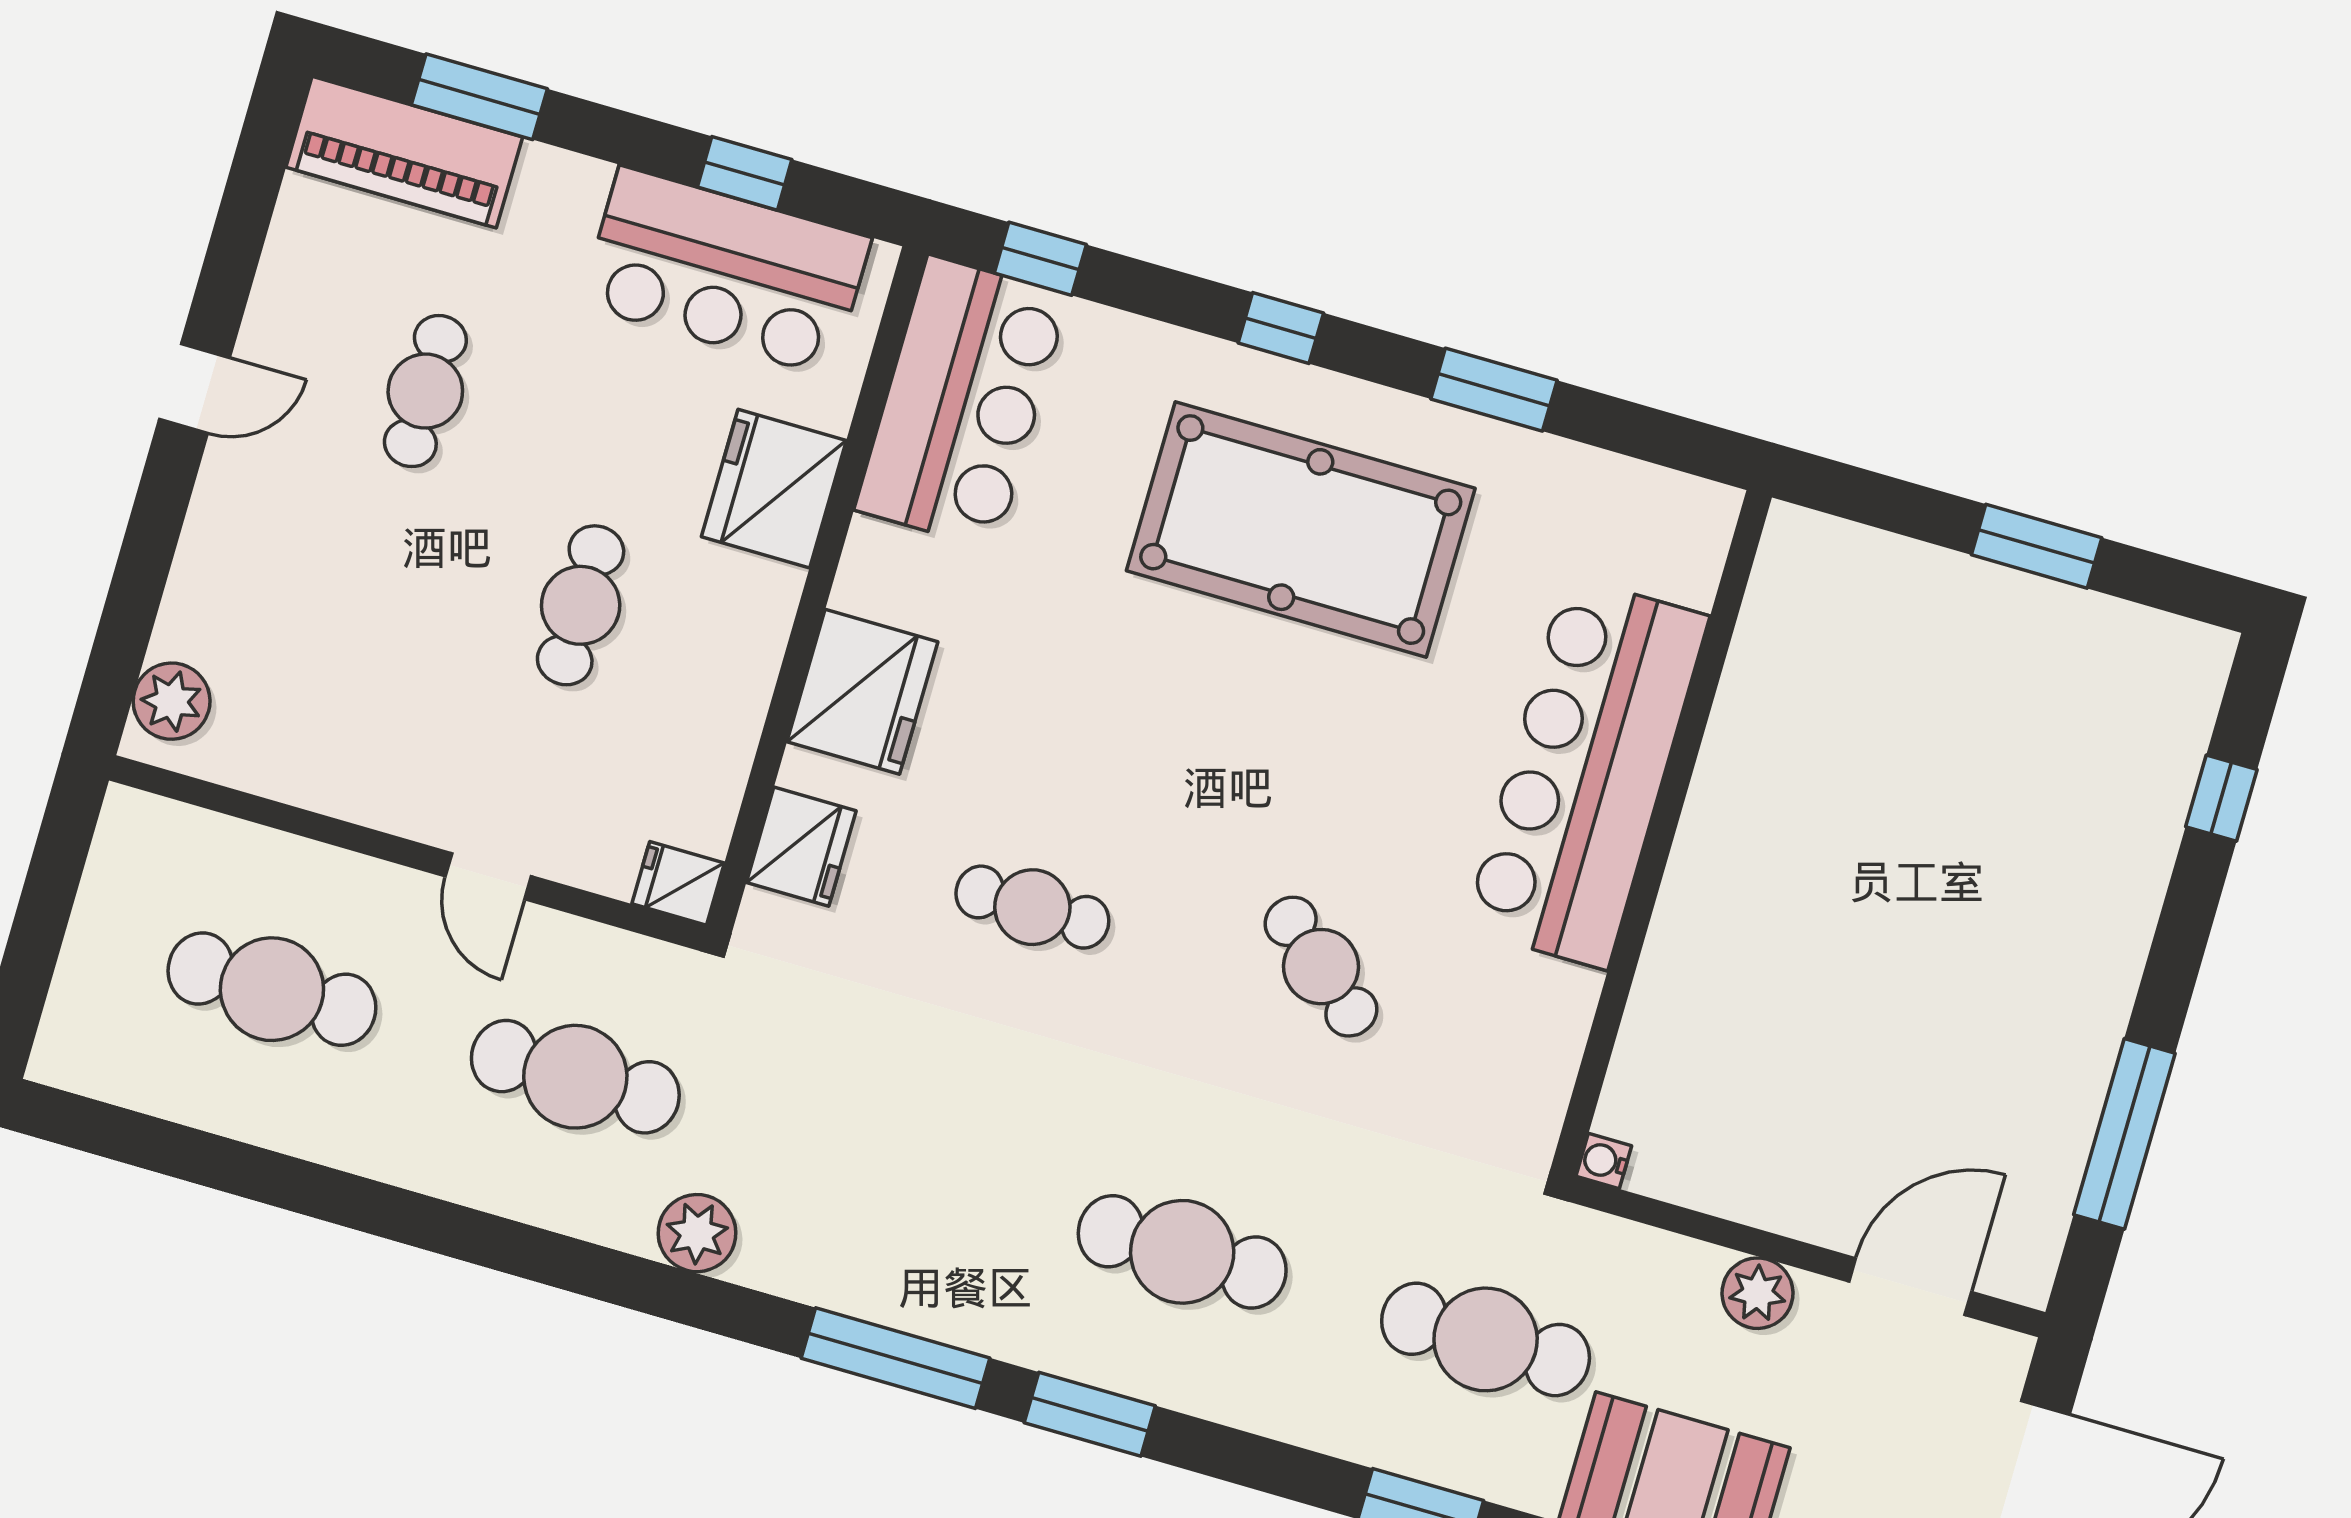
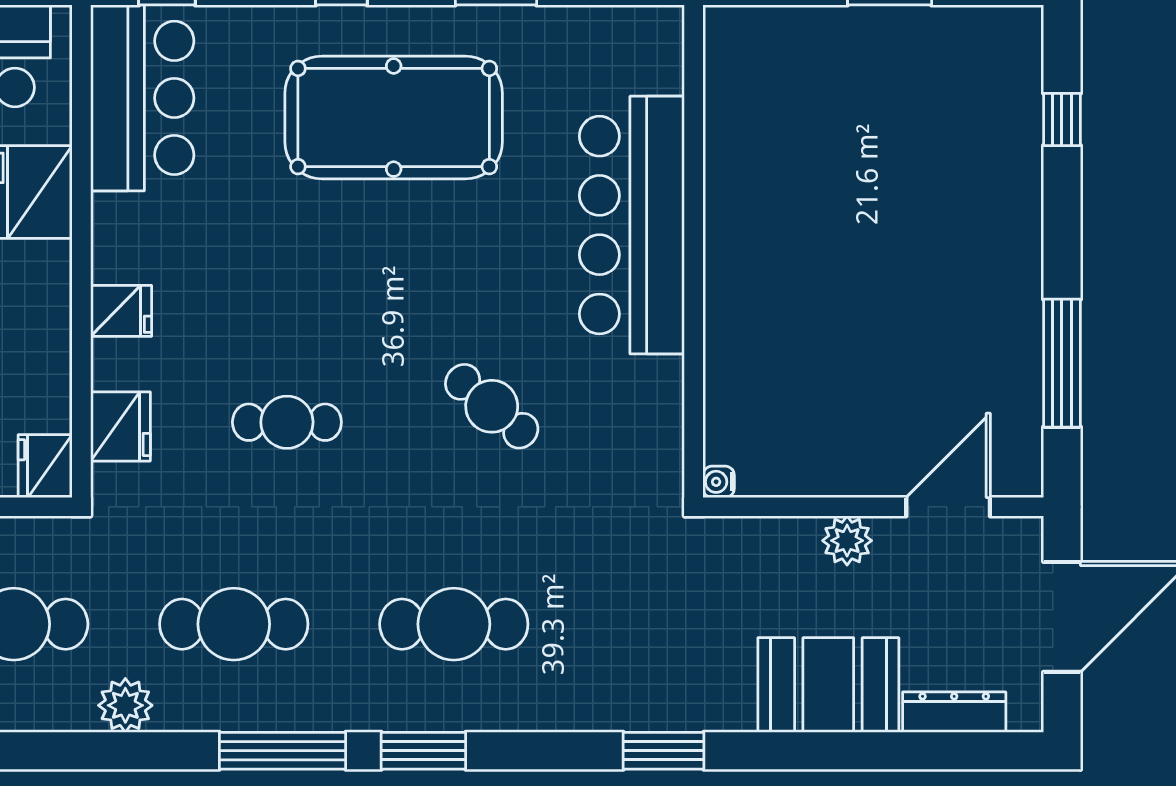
fridge: (862, 692) -> (121, 311), width x0.53, depth x0.75
fridge: (678, 883) -> (45, 466), width x1.38
cafe table: (1486, 1339) -> (234, 624), moved

